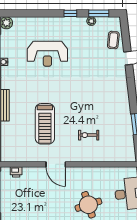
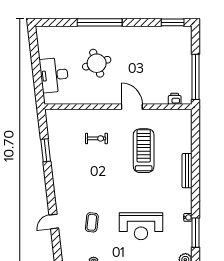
coffee table: (113, 40) -> (92, 222), moved
reception desk: (47, 54) -> (141, 226), turned 180

